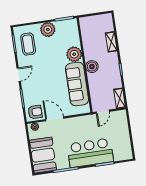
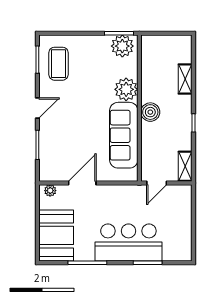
plant: (48, 30) -> (122, 46), moved
armchair: (35, 112) -> (54, 168), removed
door: (55, 119) -> (82, 183), hinge flipped

